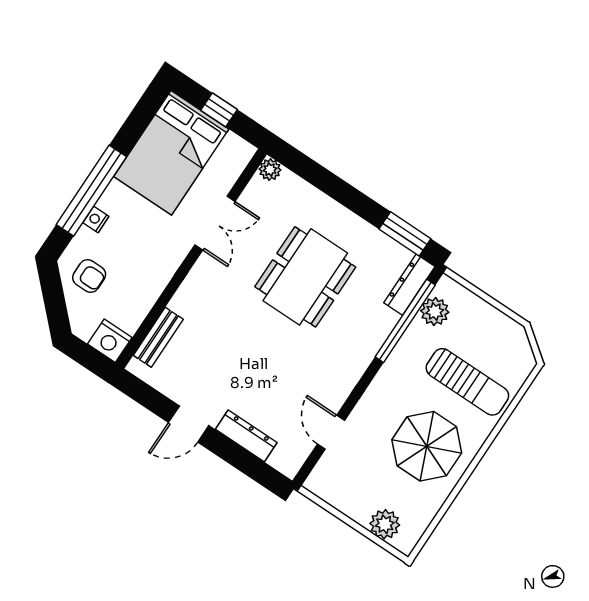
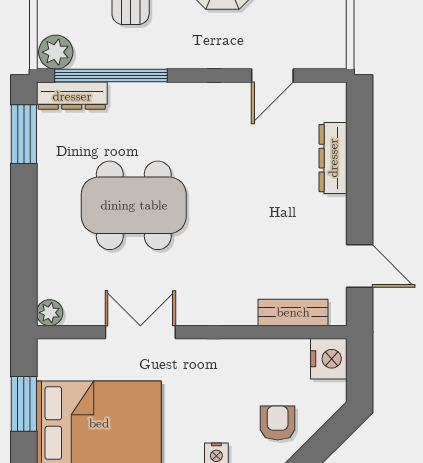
window: (219, 110) -> (24, 404), width x1.50
plant: (435, 312) -> (56, 52), moved
door: (189, 424) -> (360, 266), moved

